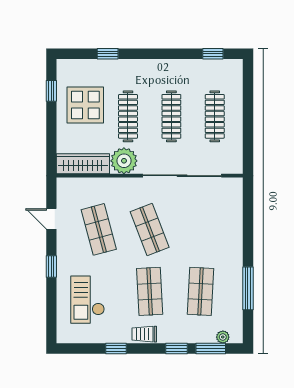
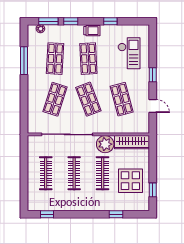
shop shelf: (200, 229) -> (55, 99), added

